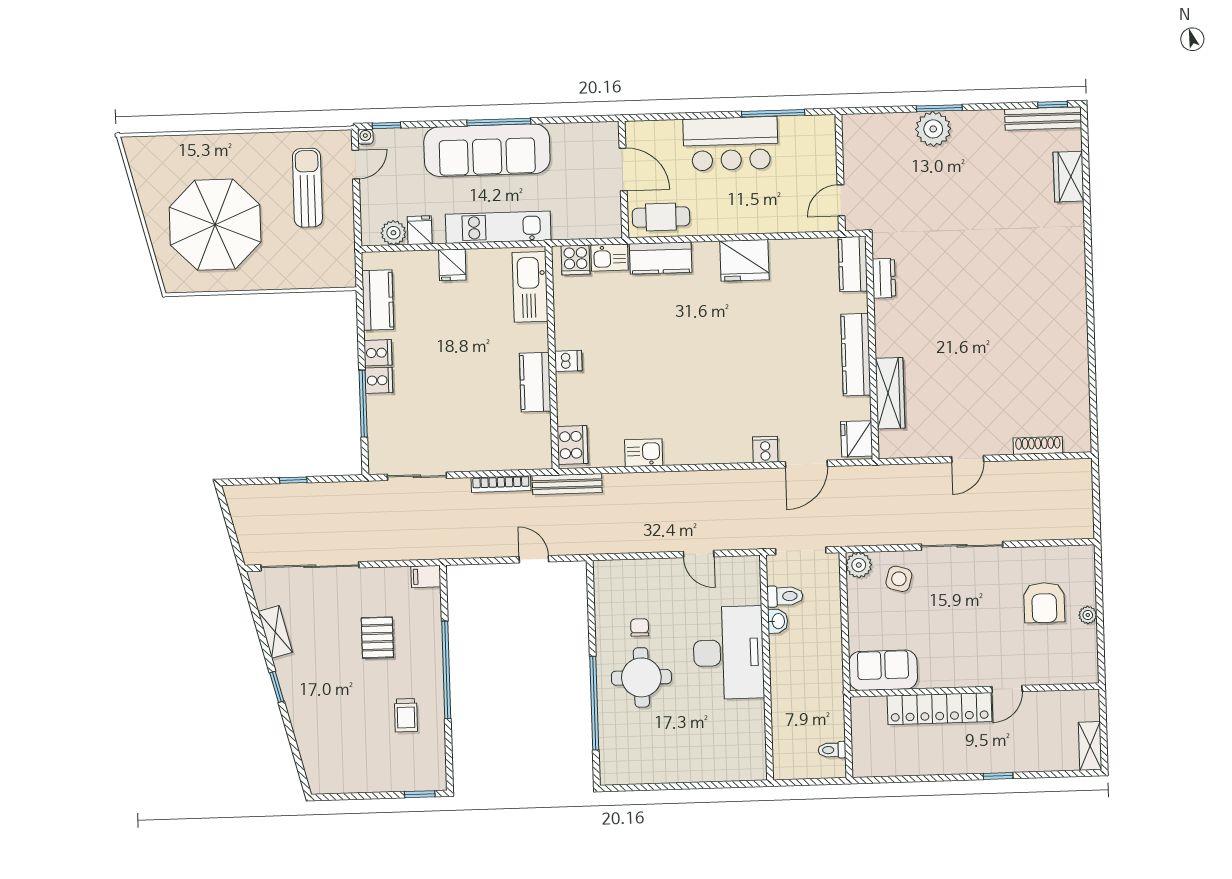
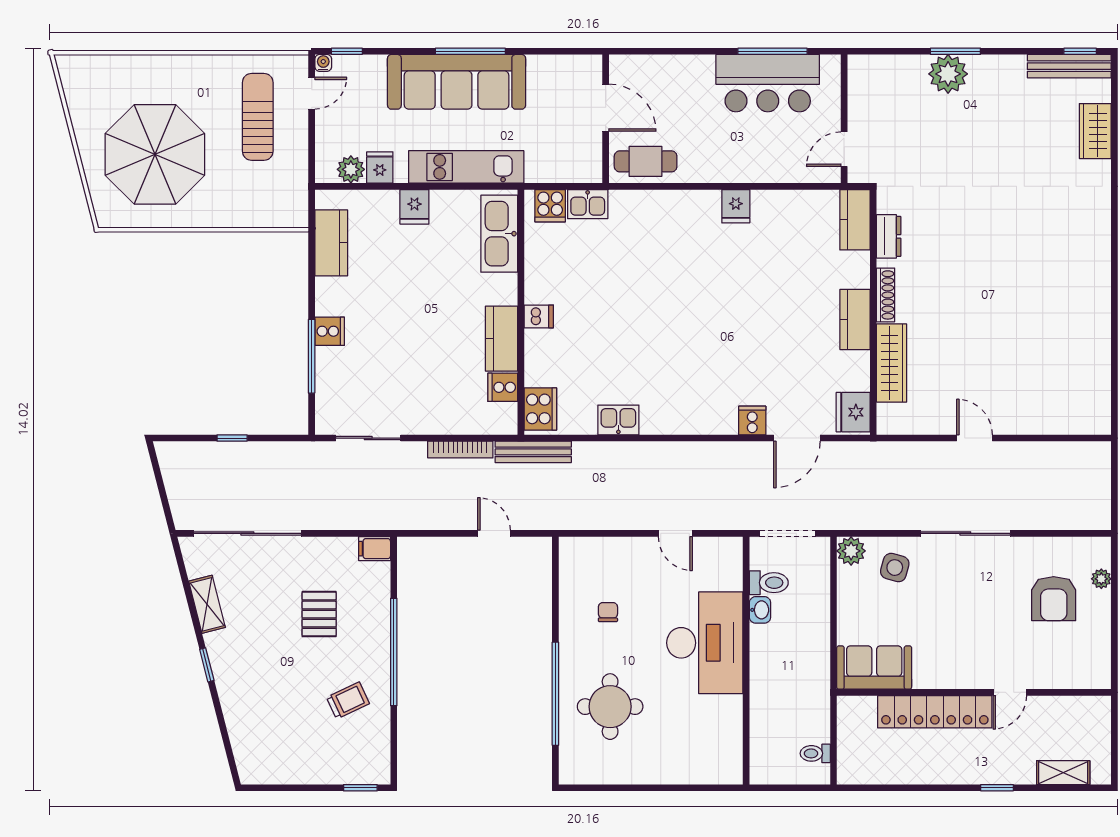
bar counter: (731, 144) -> (768, 83), moved
kitchen counter: (661, 258) -> (644, 206), removed
fridge: (744, 260) -> (736, 206), width x0.53, depth x0.75
cooker: (378, 353) -> (503, 387), moved, turned 180
kitchen counter: (856, 355) -> (855, 319), width x0.67
shoe rack: (1038, 446) -> (886, 295), moved, turned 90
door: (968, 459) -> (974, 438), swing flipped
plant: (1088, 615) -> (1101, 579), moved
round table: (641, 677) -> (610, 707), moved
trolley: (406, 715) -> (348, 700), turned -115
shelving: (1090, 746) -> (1063, 773), moved, turned 90

